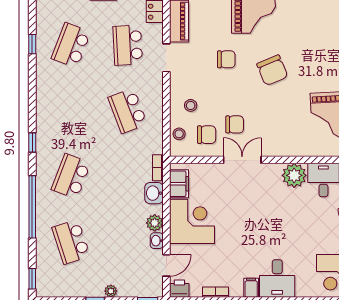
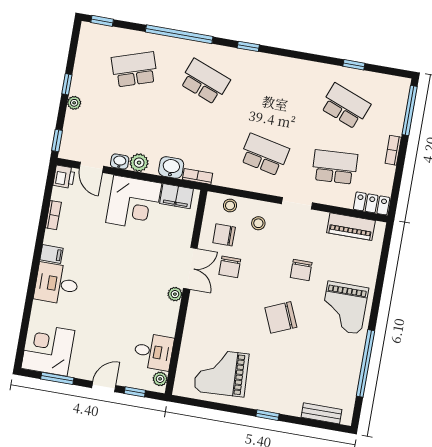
doorway: (166, 58) -> (297, 203), moved
school desk: (128, 111) -> (264, 155), turned 33
chair: (207, 135) -> (224, 235), turned 90
plant: (294, 175) -> (175, 294), moved, width x0.53, depth x0.53

